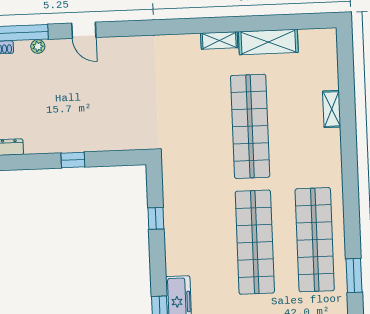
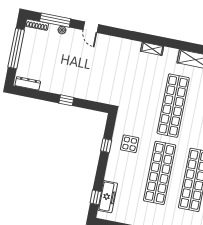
shelving: (219, 40) -> (152, 49), moved
display table: (194, 206) -> (130, 144), added

